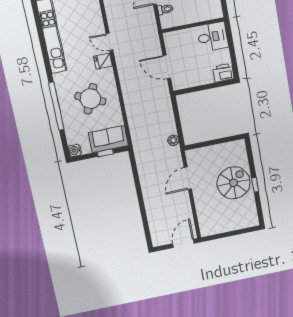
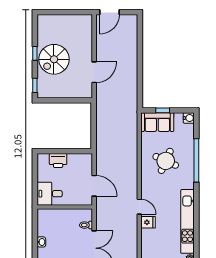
fridge: (103, 61) -> (148, 222), moved
door: (167, 67) -> (94, 186), moved
printer: (223, 73) -> (58, 160), moved
plant: (173, 140) -> (101, 109), removed
window: (249, 151) -> (35, 85), added

